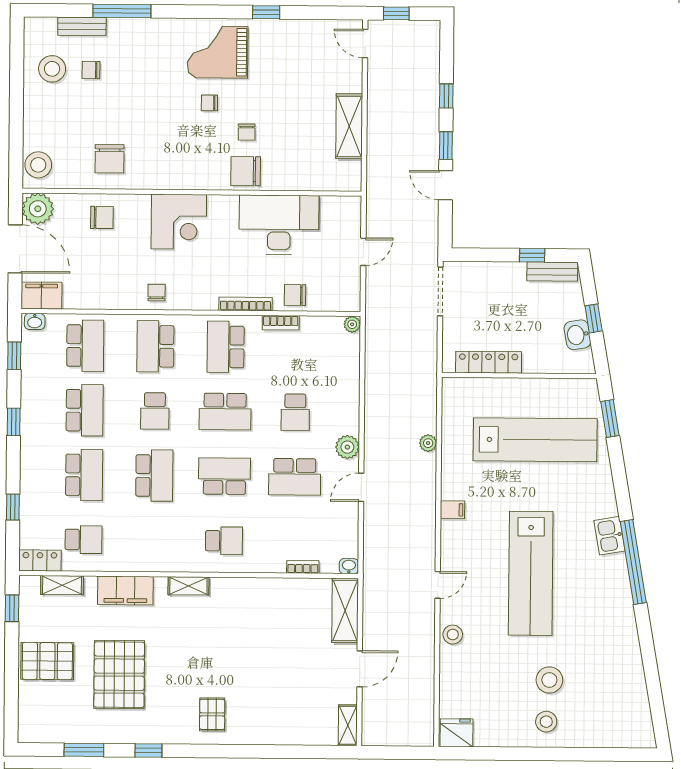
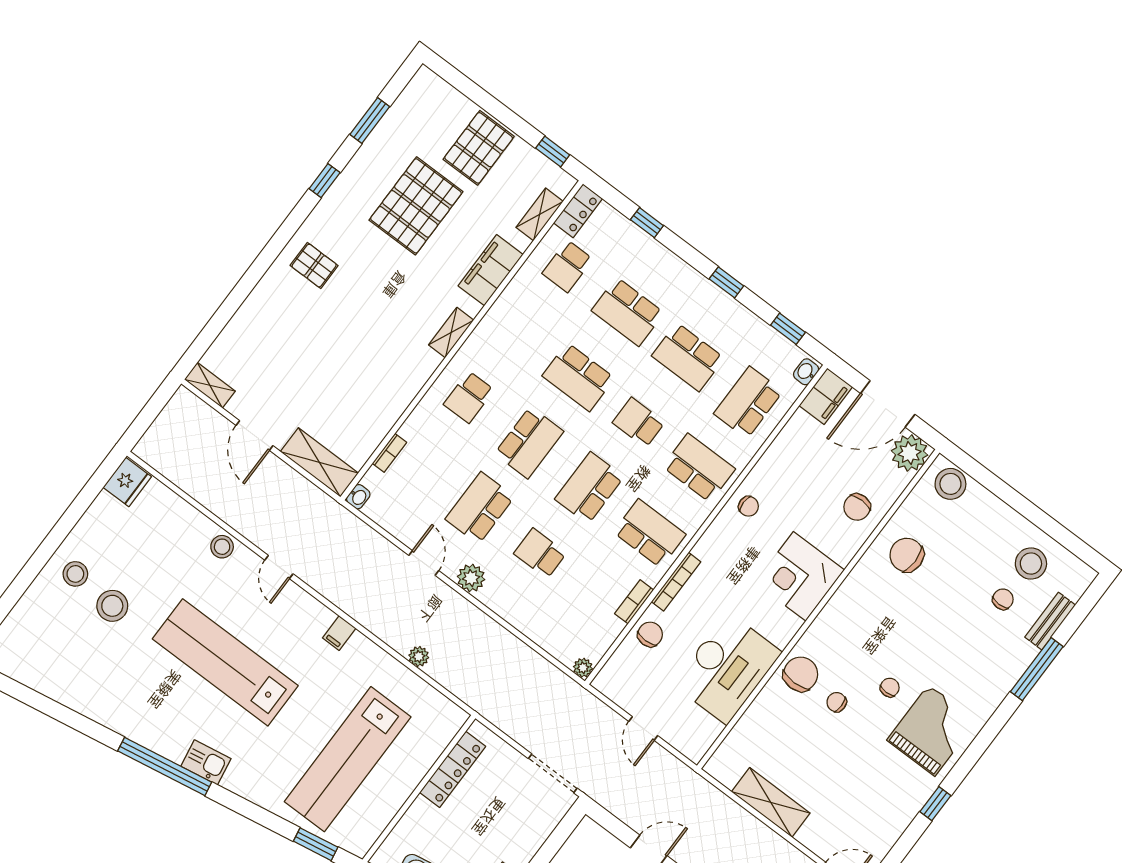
school desk: (85, 346) -> (748, 402), turned 90
pallet: (119, 675) -> (416, 206), turned 90

